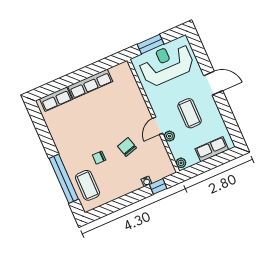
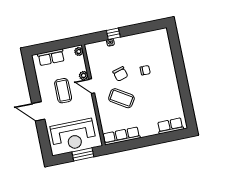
row of seats: (90, 84) -> (121, 136), moved
door: (158, 126) -> (91, 86), swing flipped
window: (64, 179) -> (178, 59), removed
coffee table: (87, 185) -> (121, 98), moved, turned -58
window: (158, 186) -> (113, 34), moved

